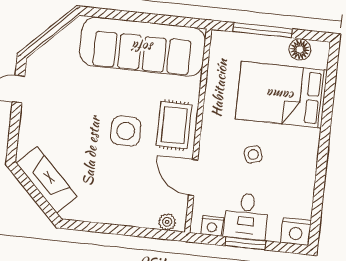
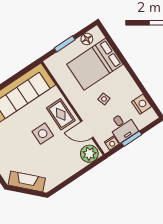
window: (263, 30) -> (65, 44), width x0.69
plant: (167, 222) -> (89, 154), width x1.88, depth x1.88
nightstand: (296, 231) -> (141, 104), moved, turned -90

